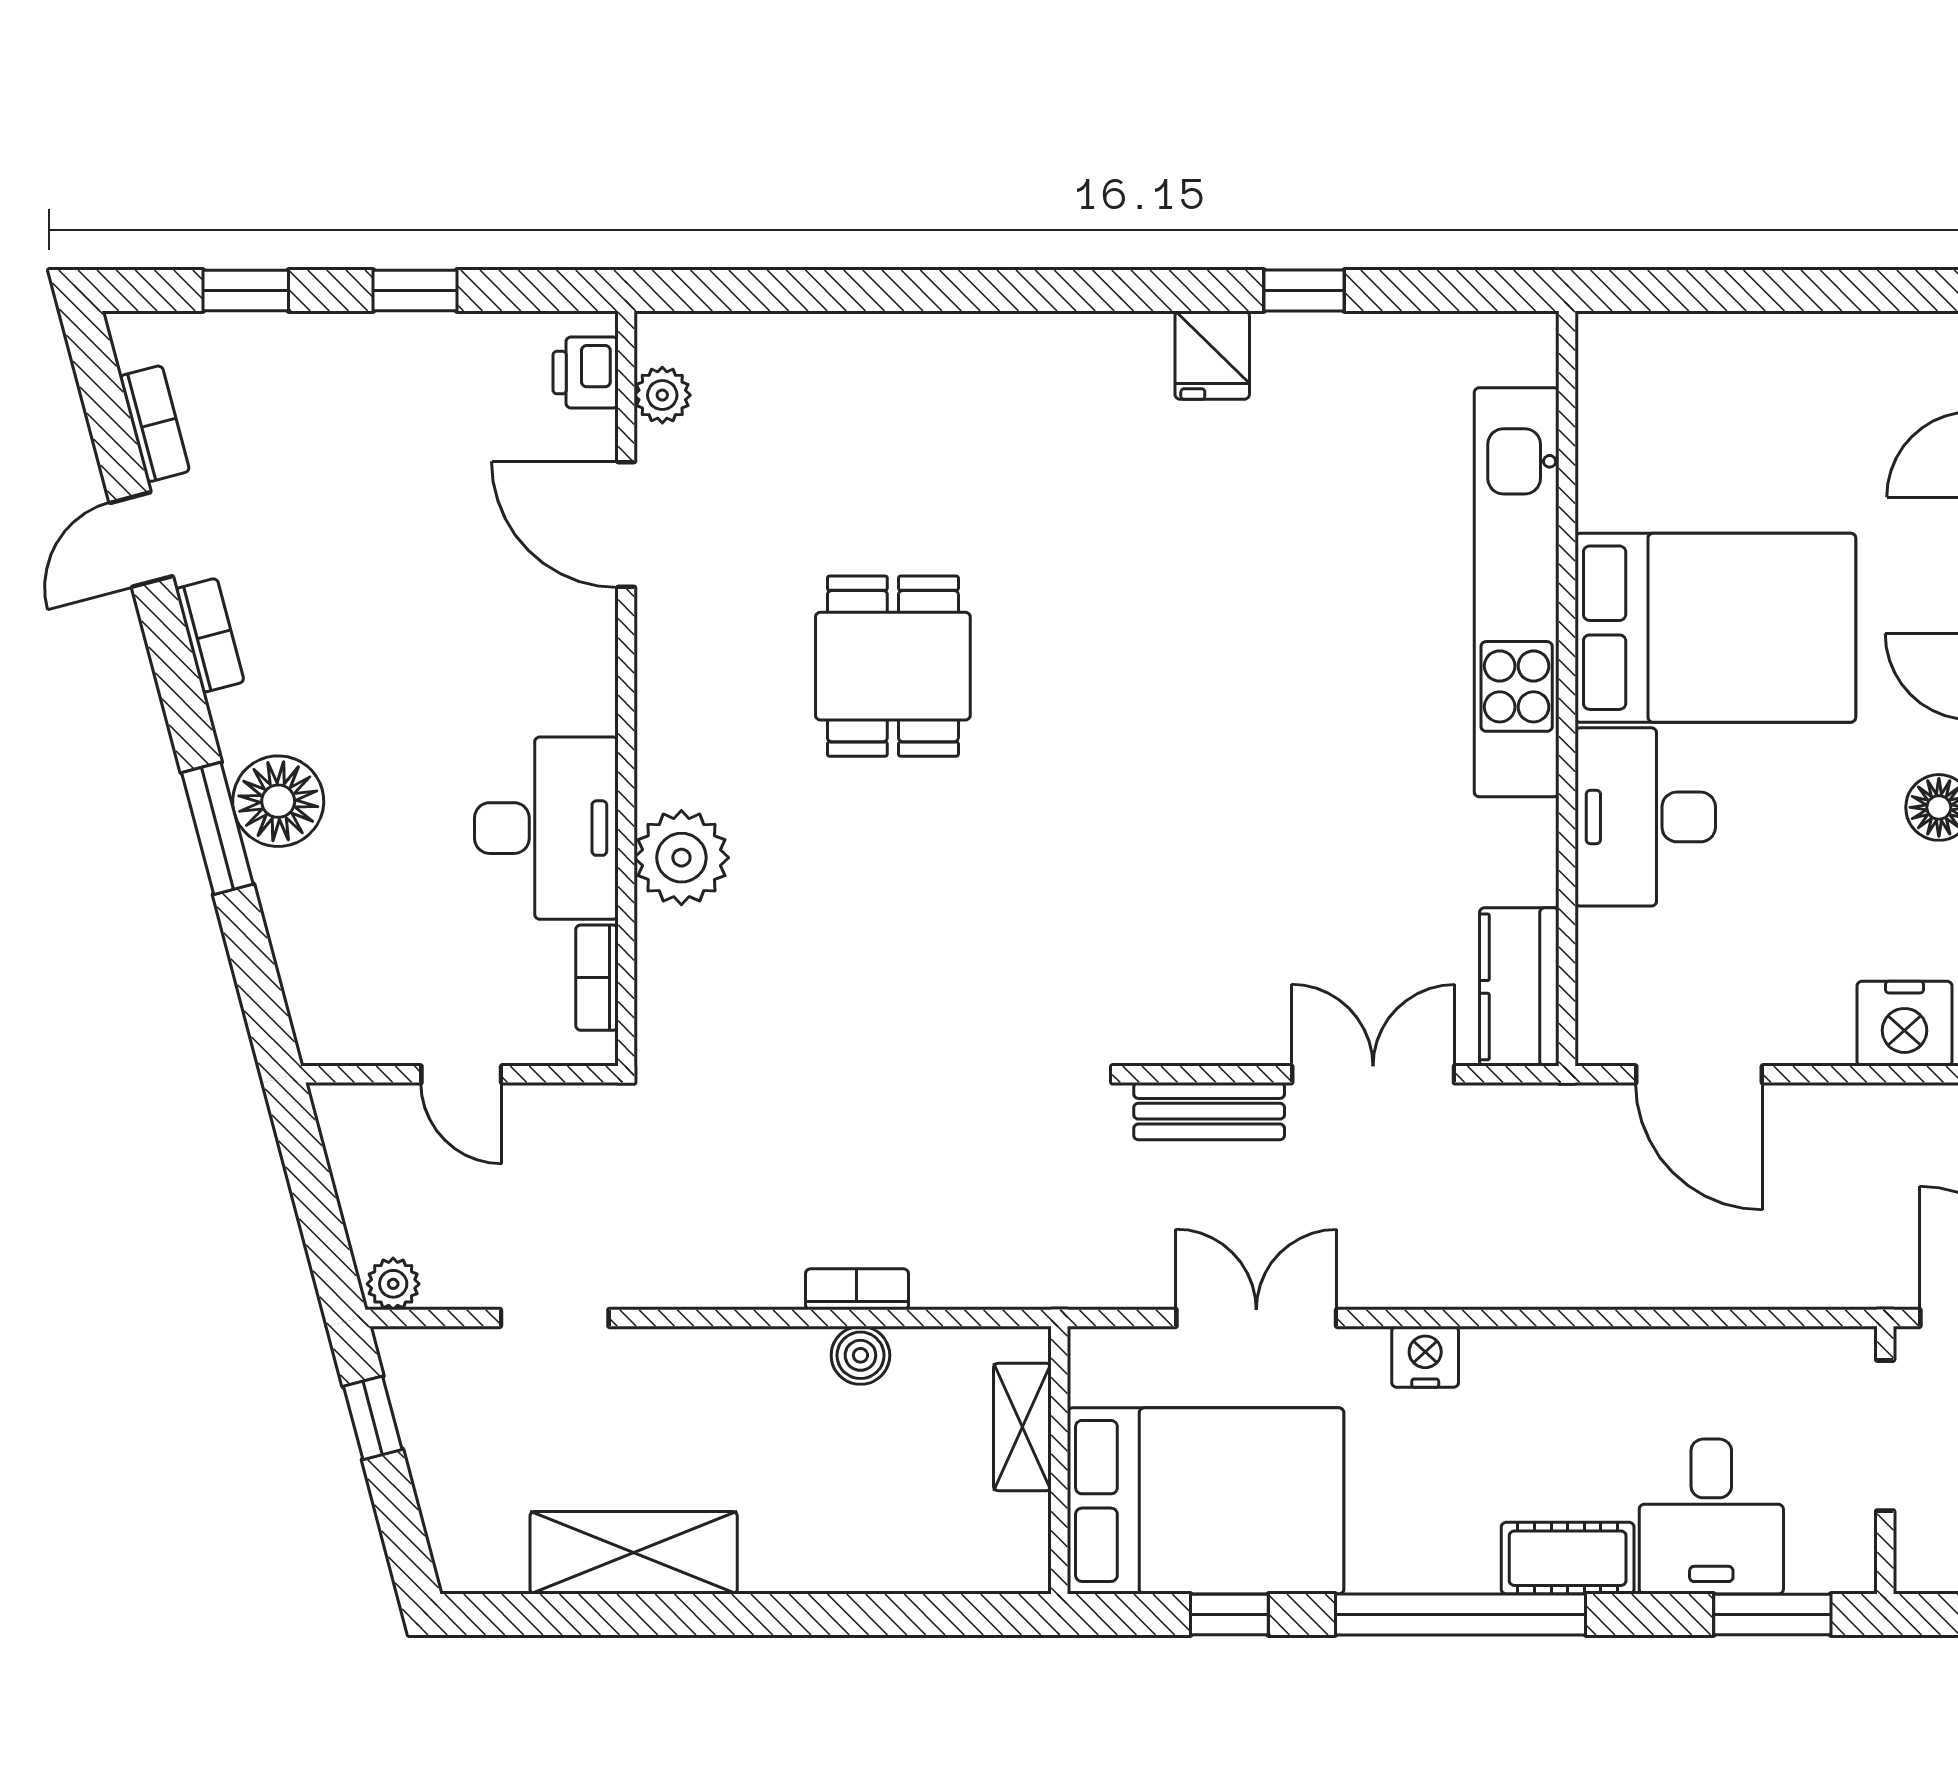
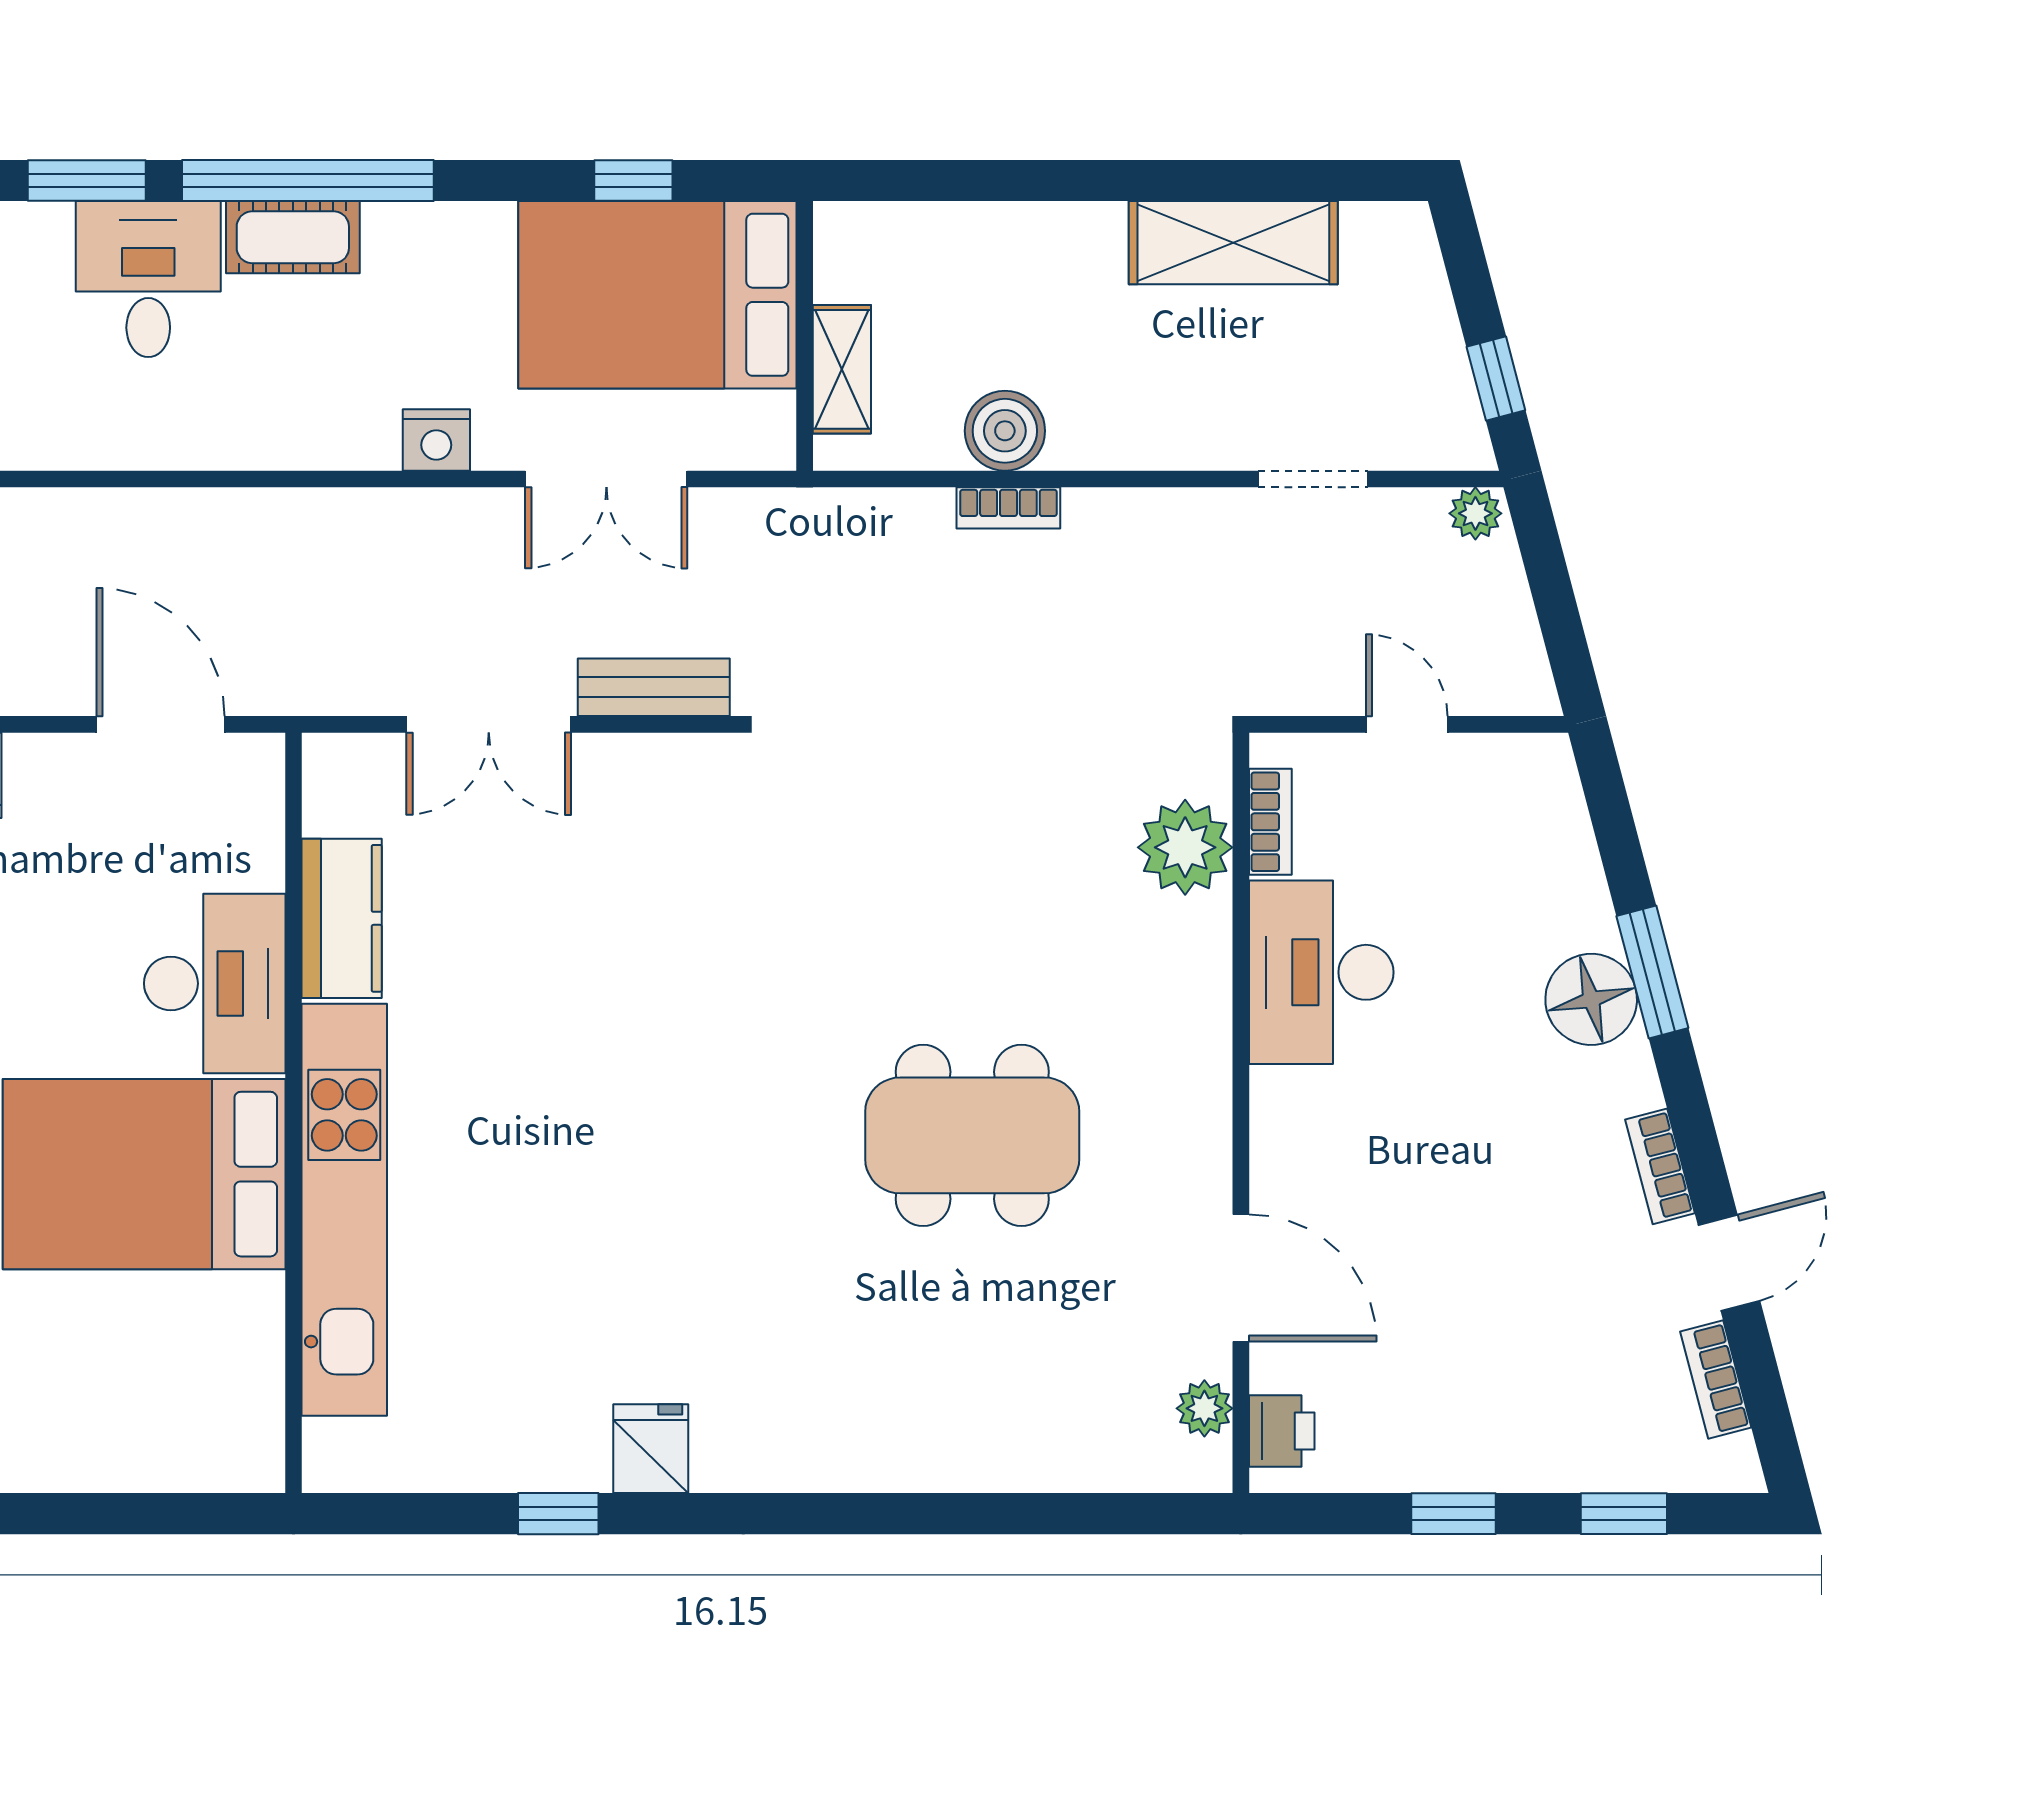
dining table: (893, 666) -> (972, 1135), width x1.38
plant: (681, 858) -> (1185, 847), moved
kitchen counter: (1519, 987) -> (342, 918), moved
boiler: (860, 1355) -> (1005, 431), width x1.36, depth x1.36
window: (1460, 1614) -> (308, 181), moved

